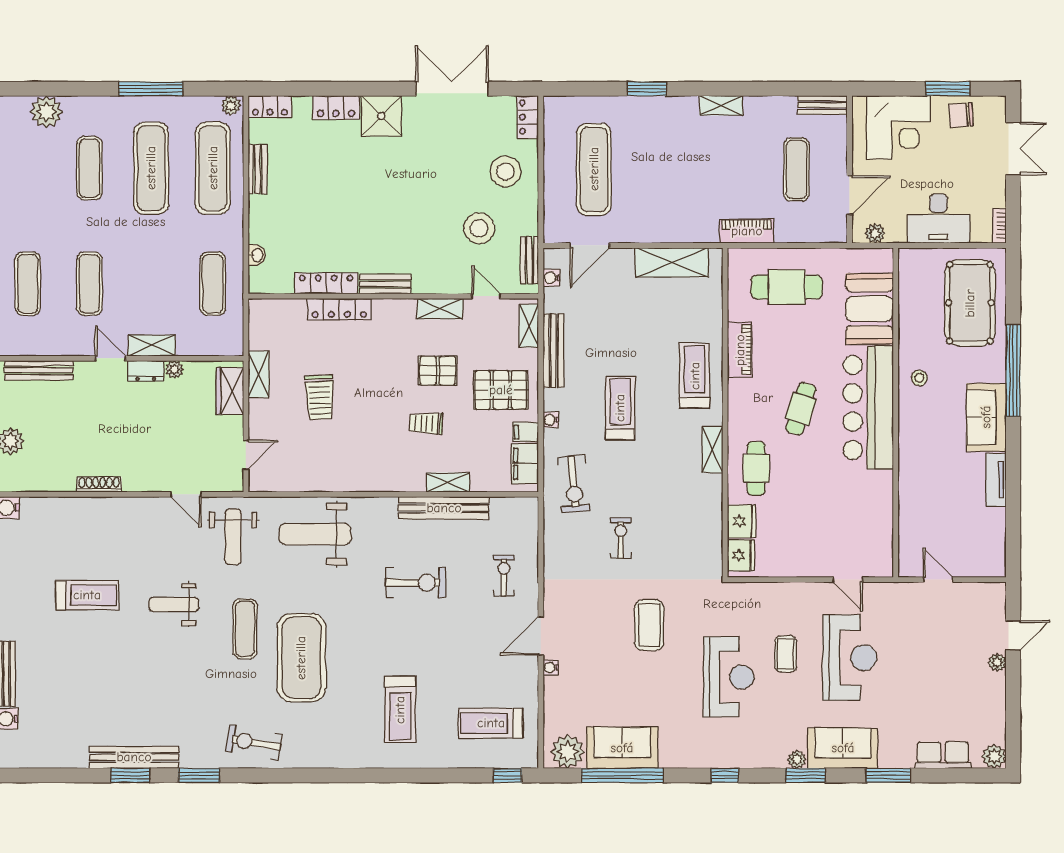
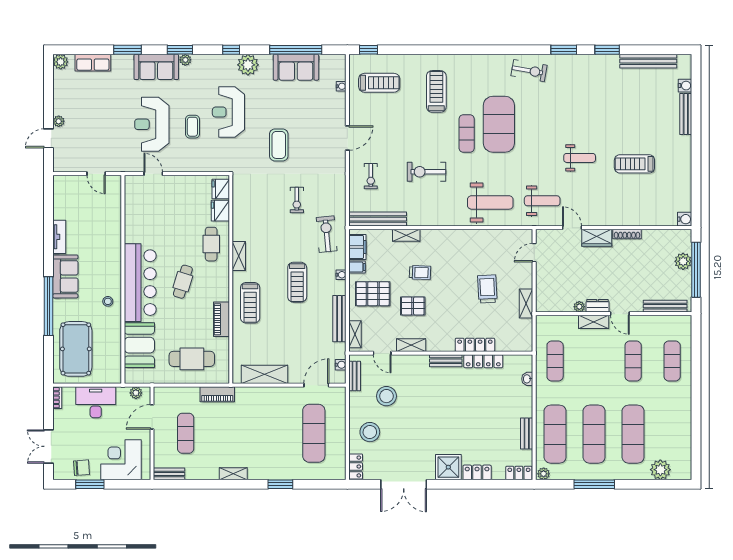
exercise mat: (89, 168) -> (633, 434), width x1.36, depth x1.45
wardrobe: (230, 391) -> (597, 238), moved, turned 90
bench: (444, 508) -> (378, 219), moved
weight bench: (233, 537) -> (542, 201), turned 90
exercise mat: (245, 629) -> (467, 134), moved
water cooler: (551, 668) -> (341, 86), moved
plant: (568, 752) -> (248, 65), moved
bench: (134, 757) -> (648, 61), moved

